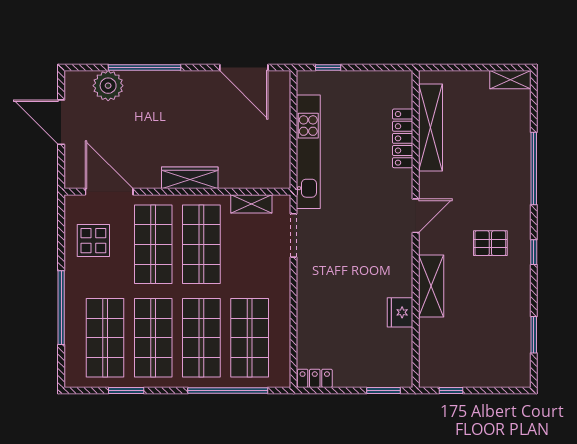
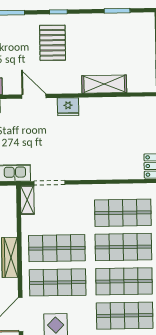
shelving: (251, 204) -> (27, 200), moved
pallet: (490, 243) -> (53, 43), width x1.50, depth x1.42
shelving: (431, 286) -> (104, 84), moved
fridge: (400, 312) -> (68, 107), moved

